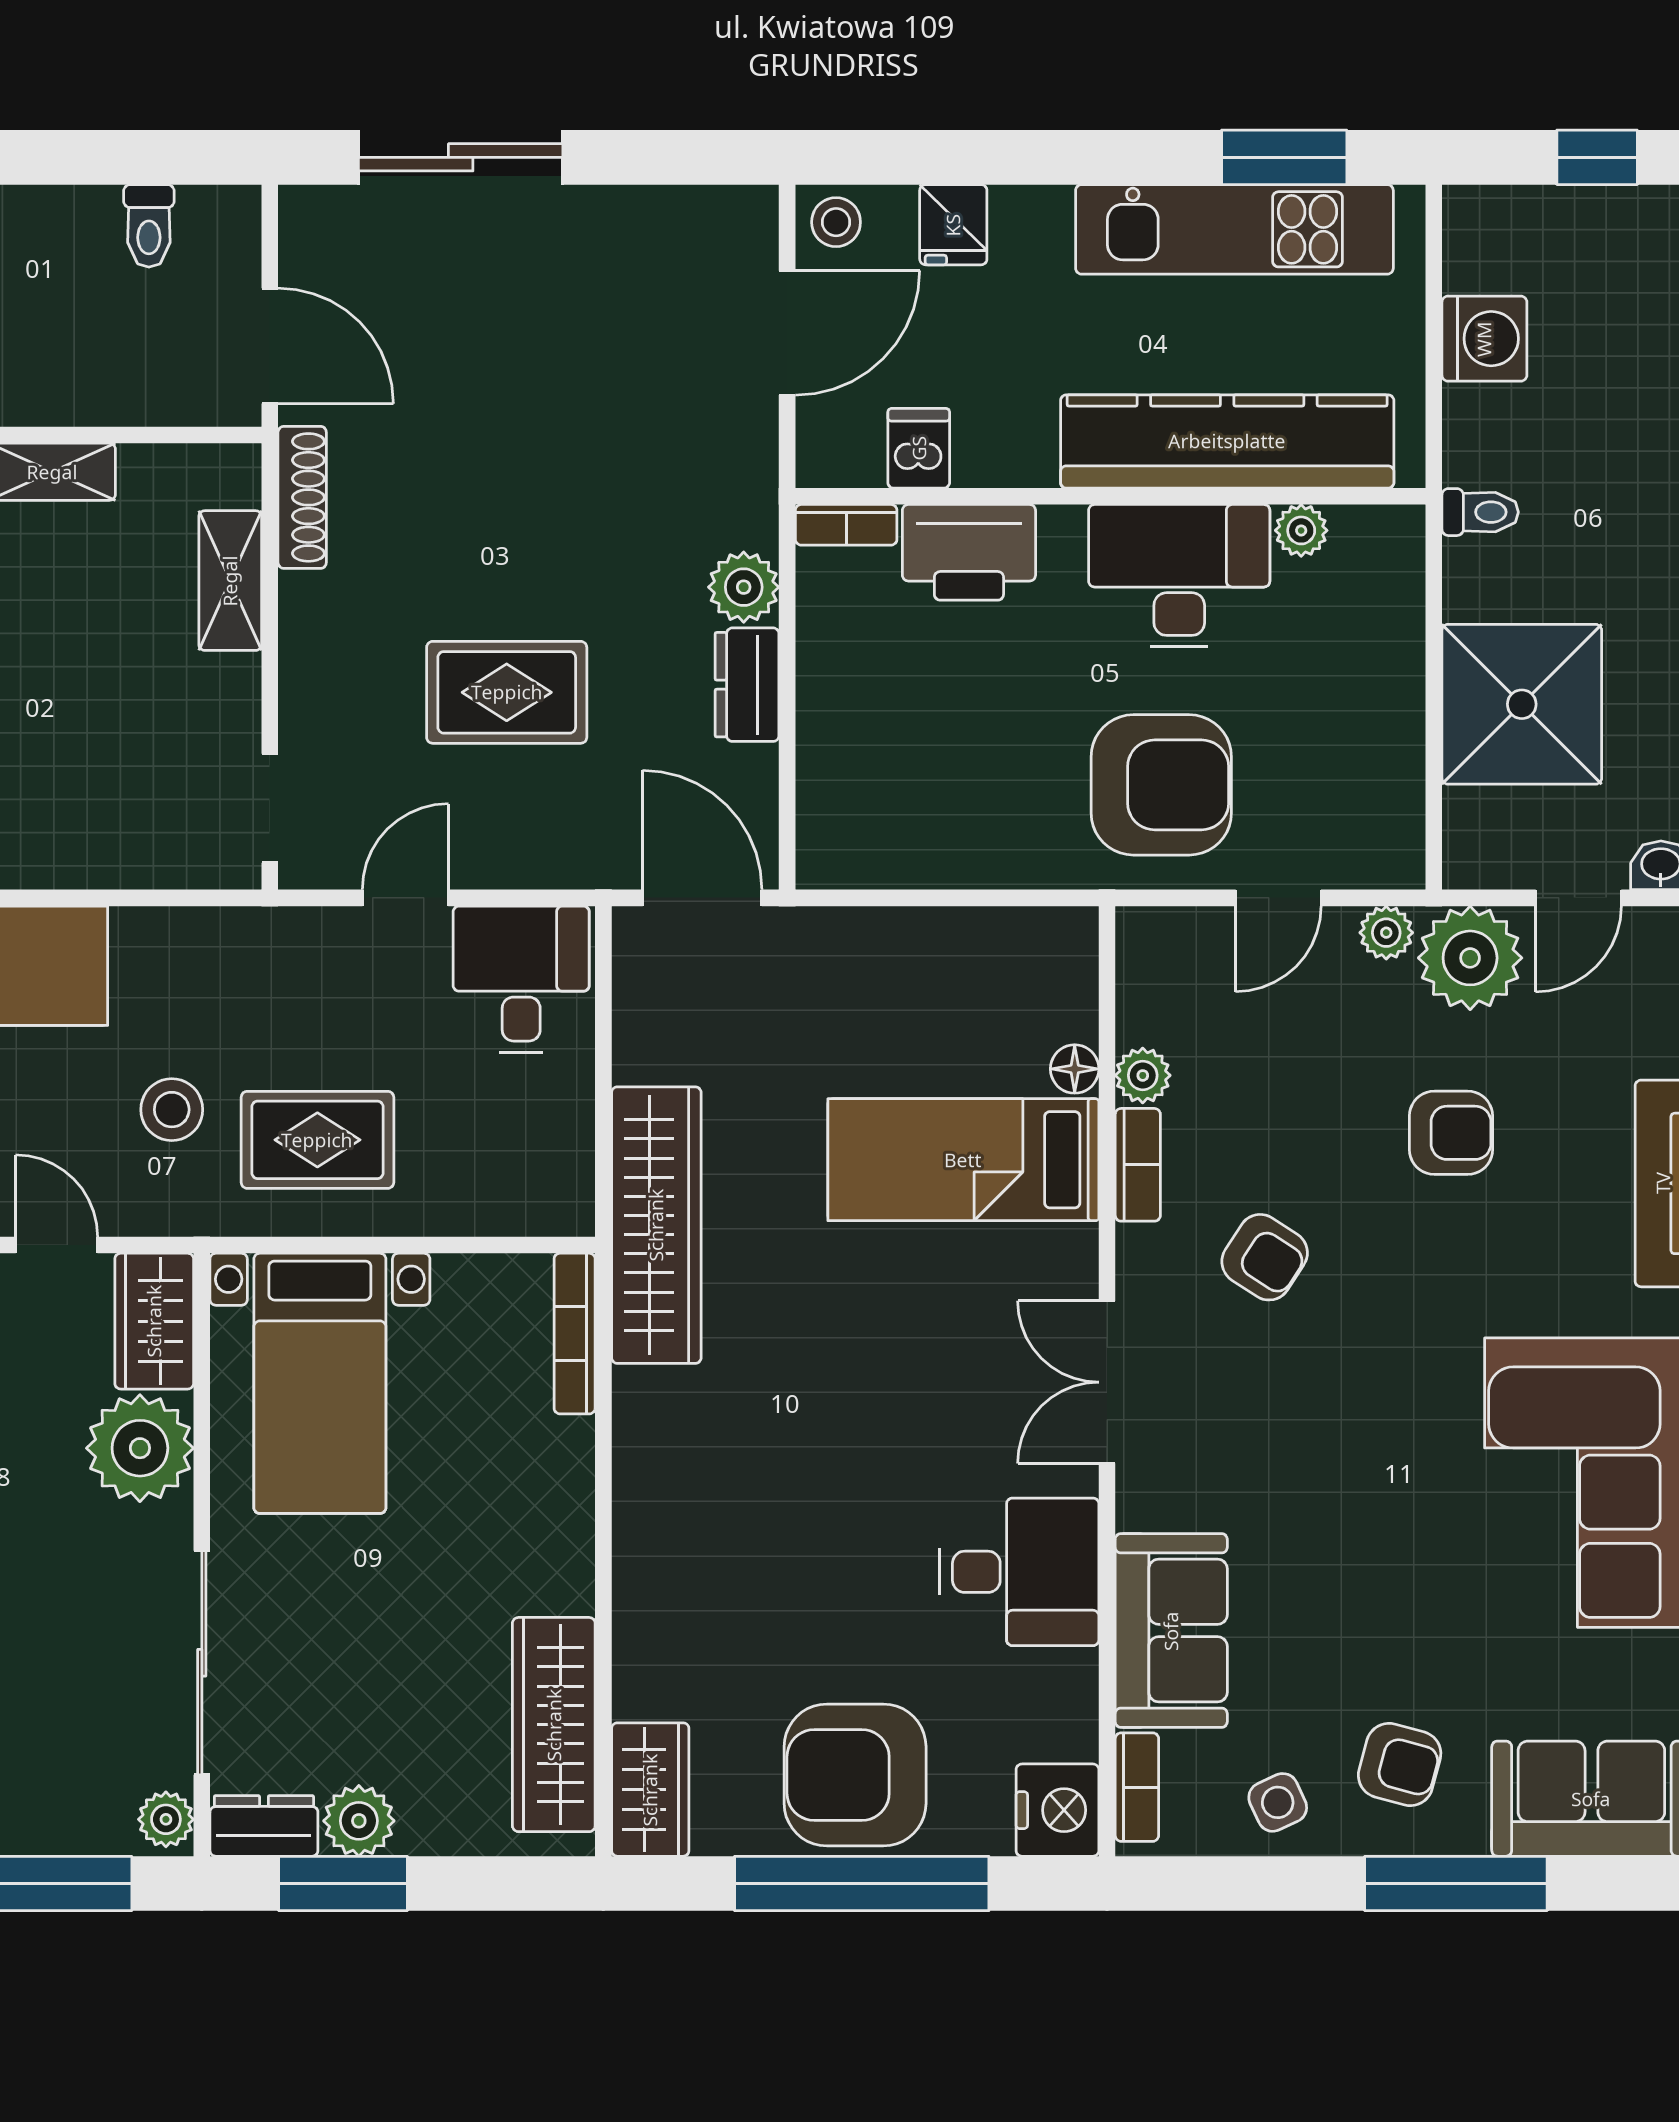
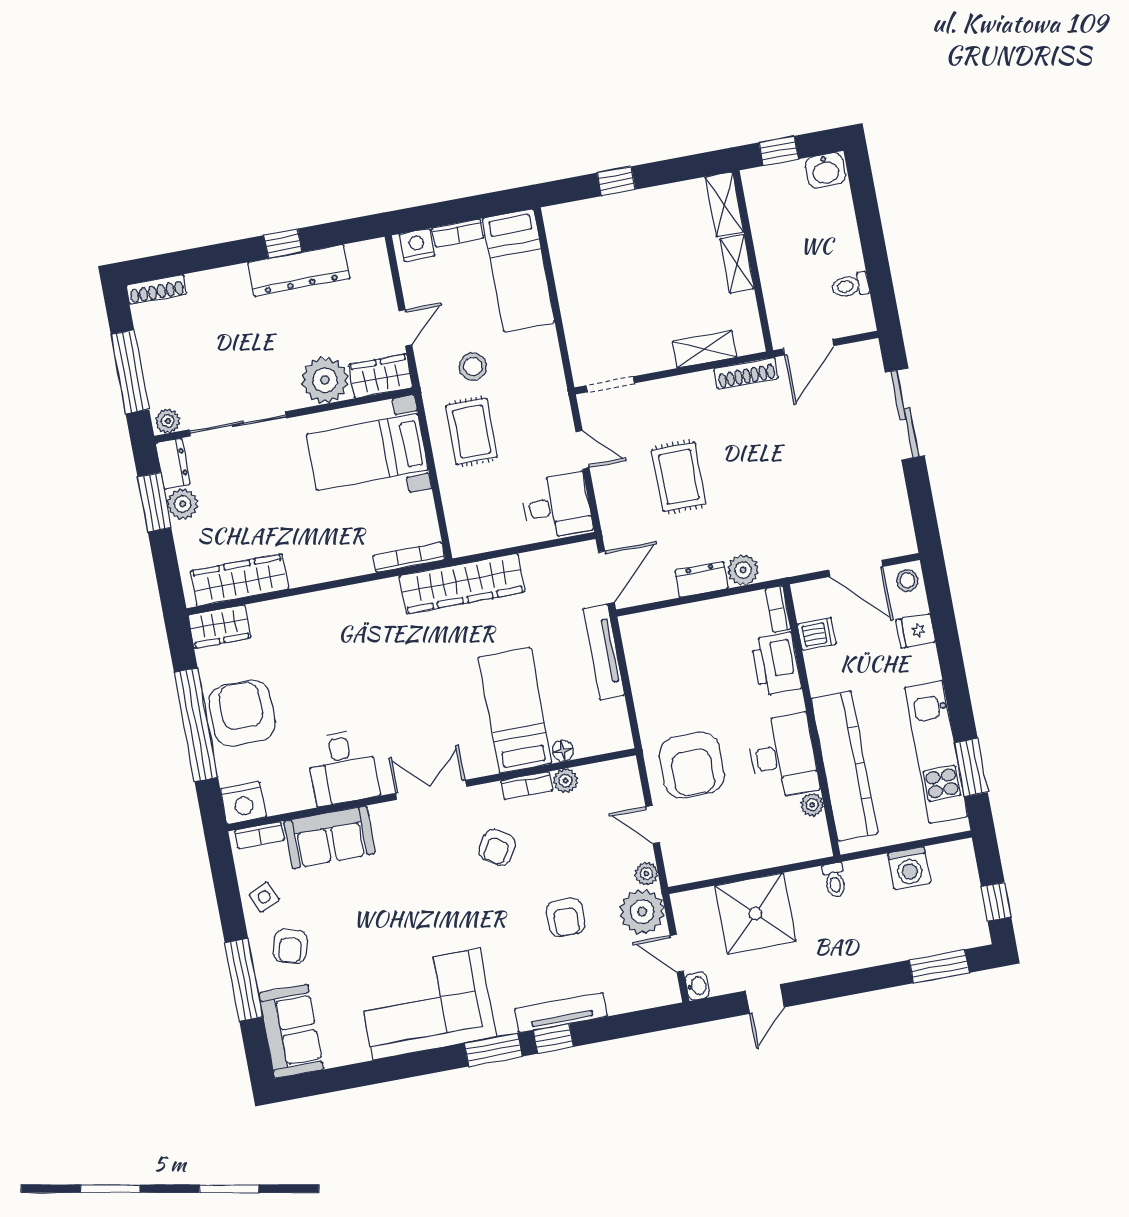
tv unit: (869, 935) -> (604, 652), added

